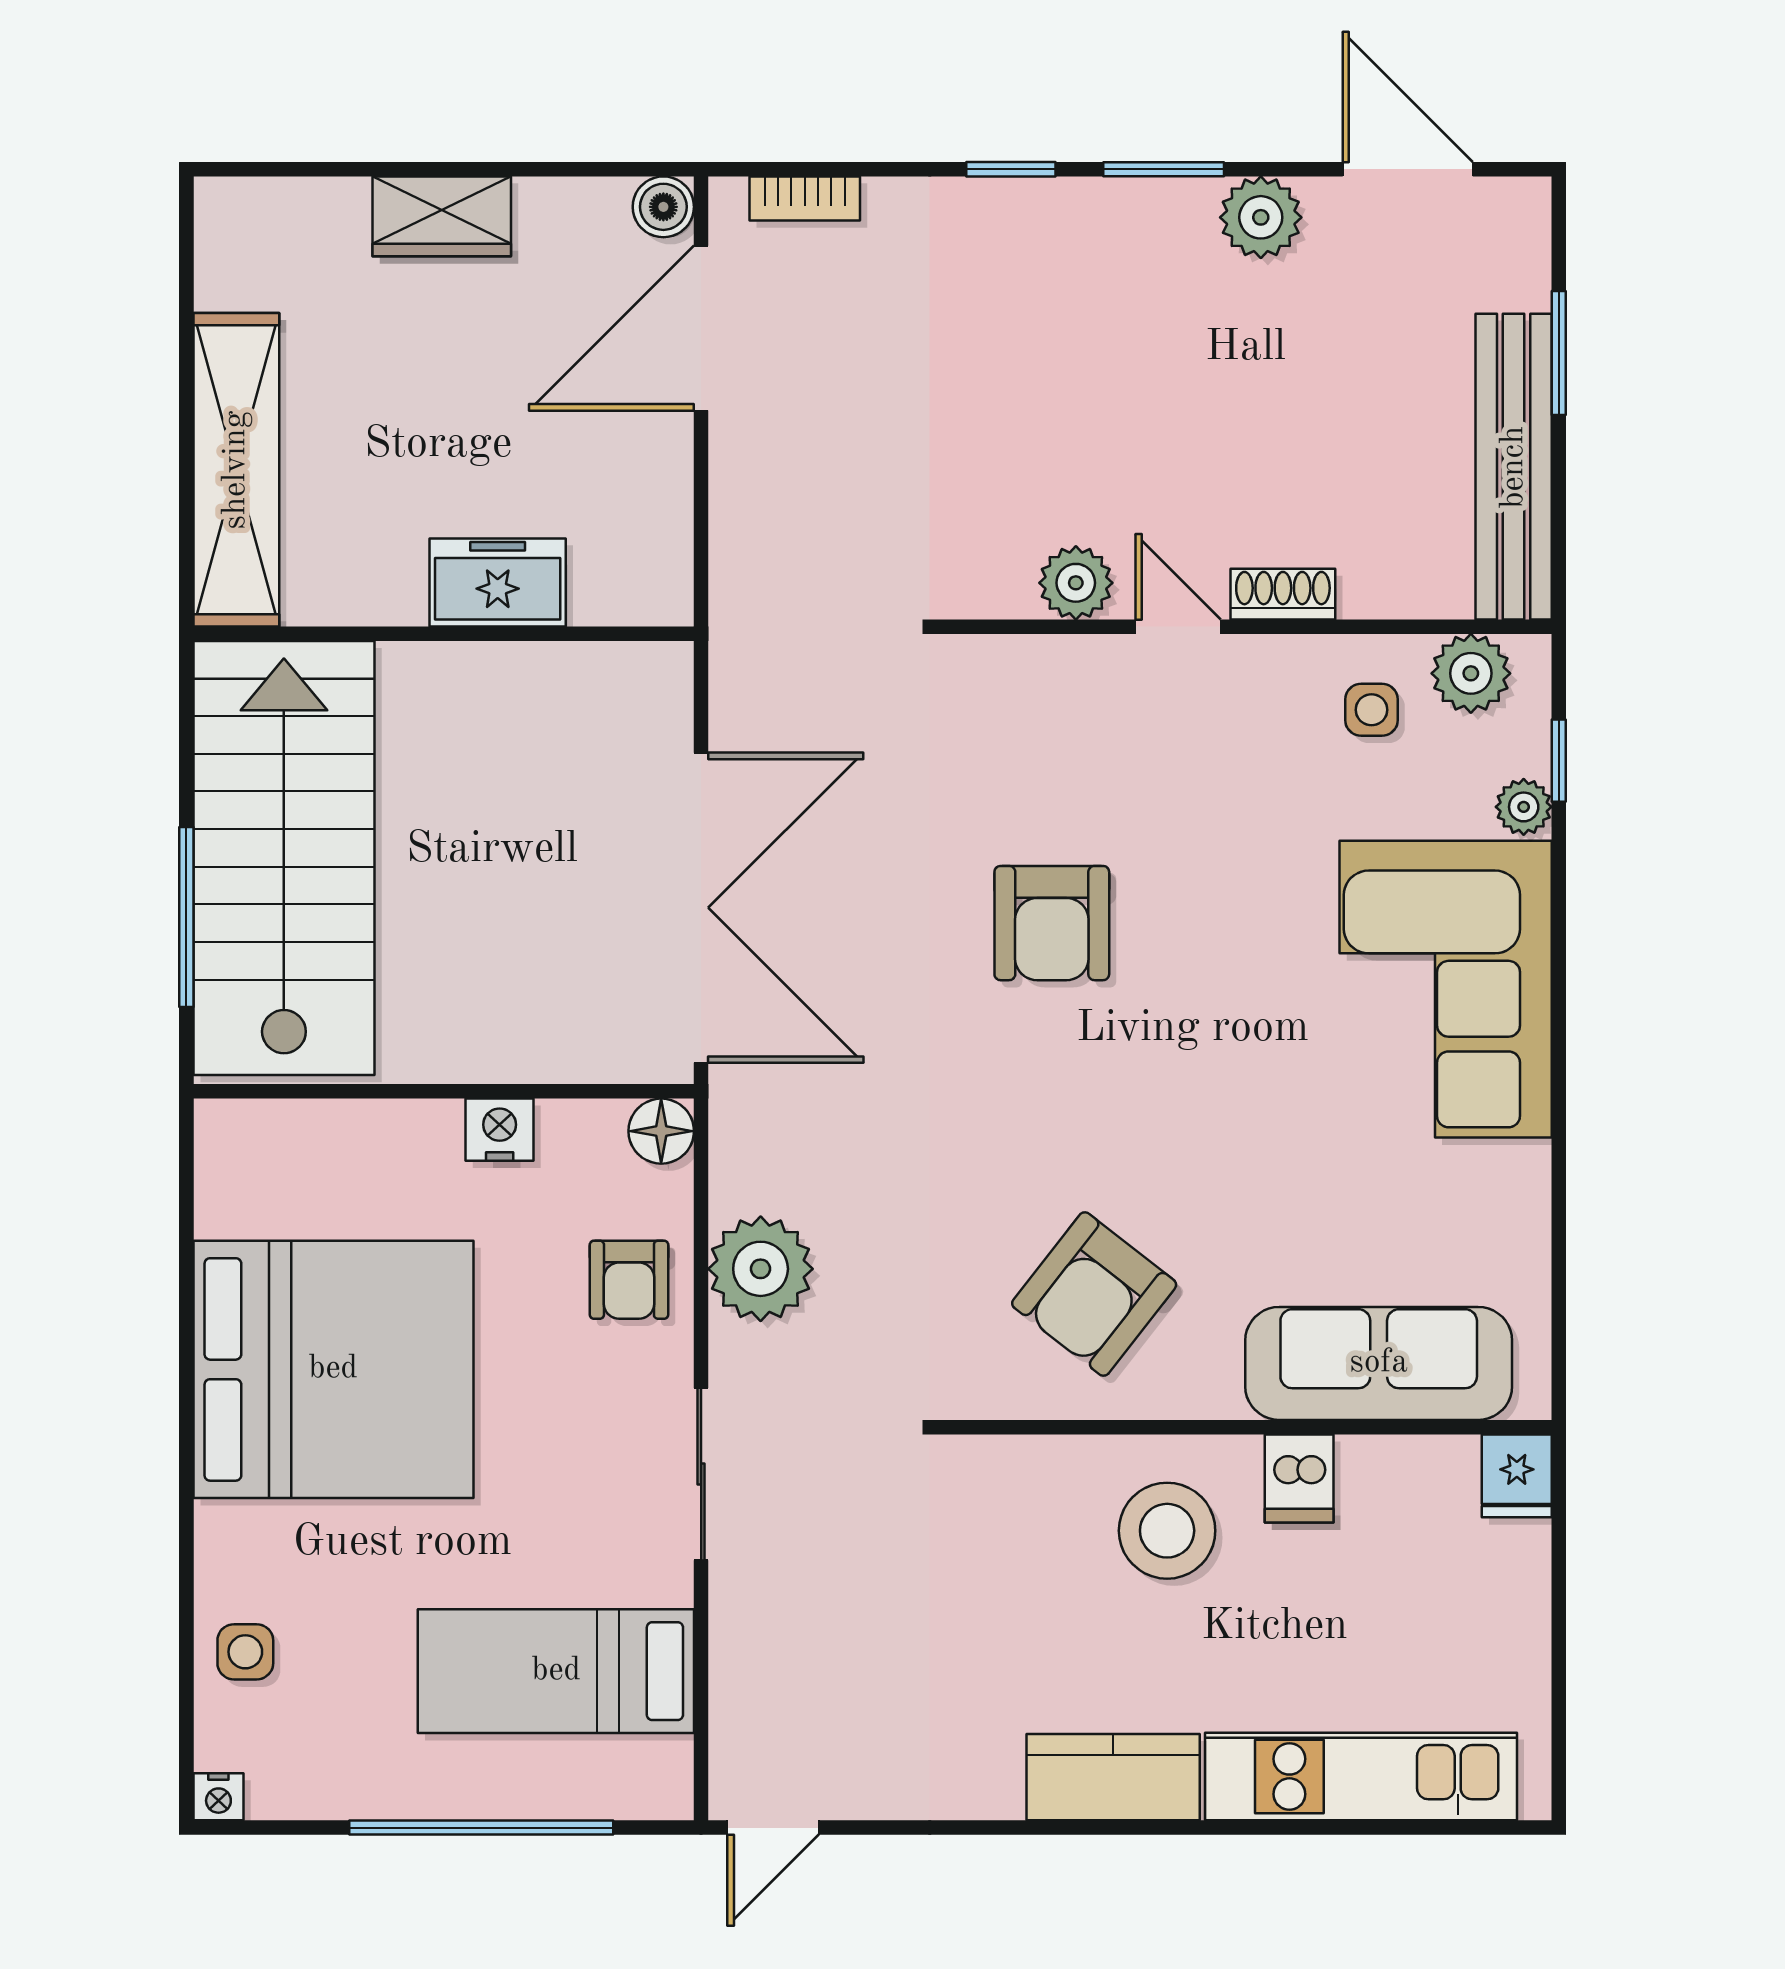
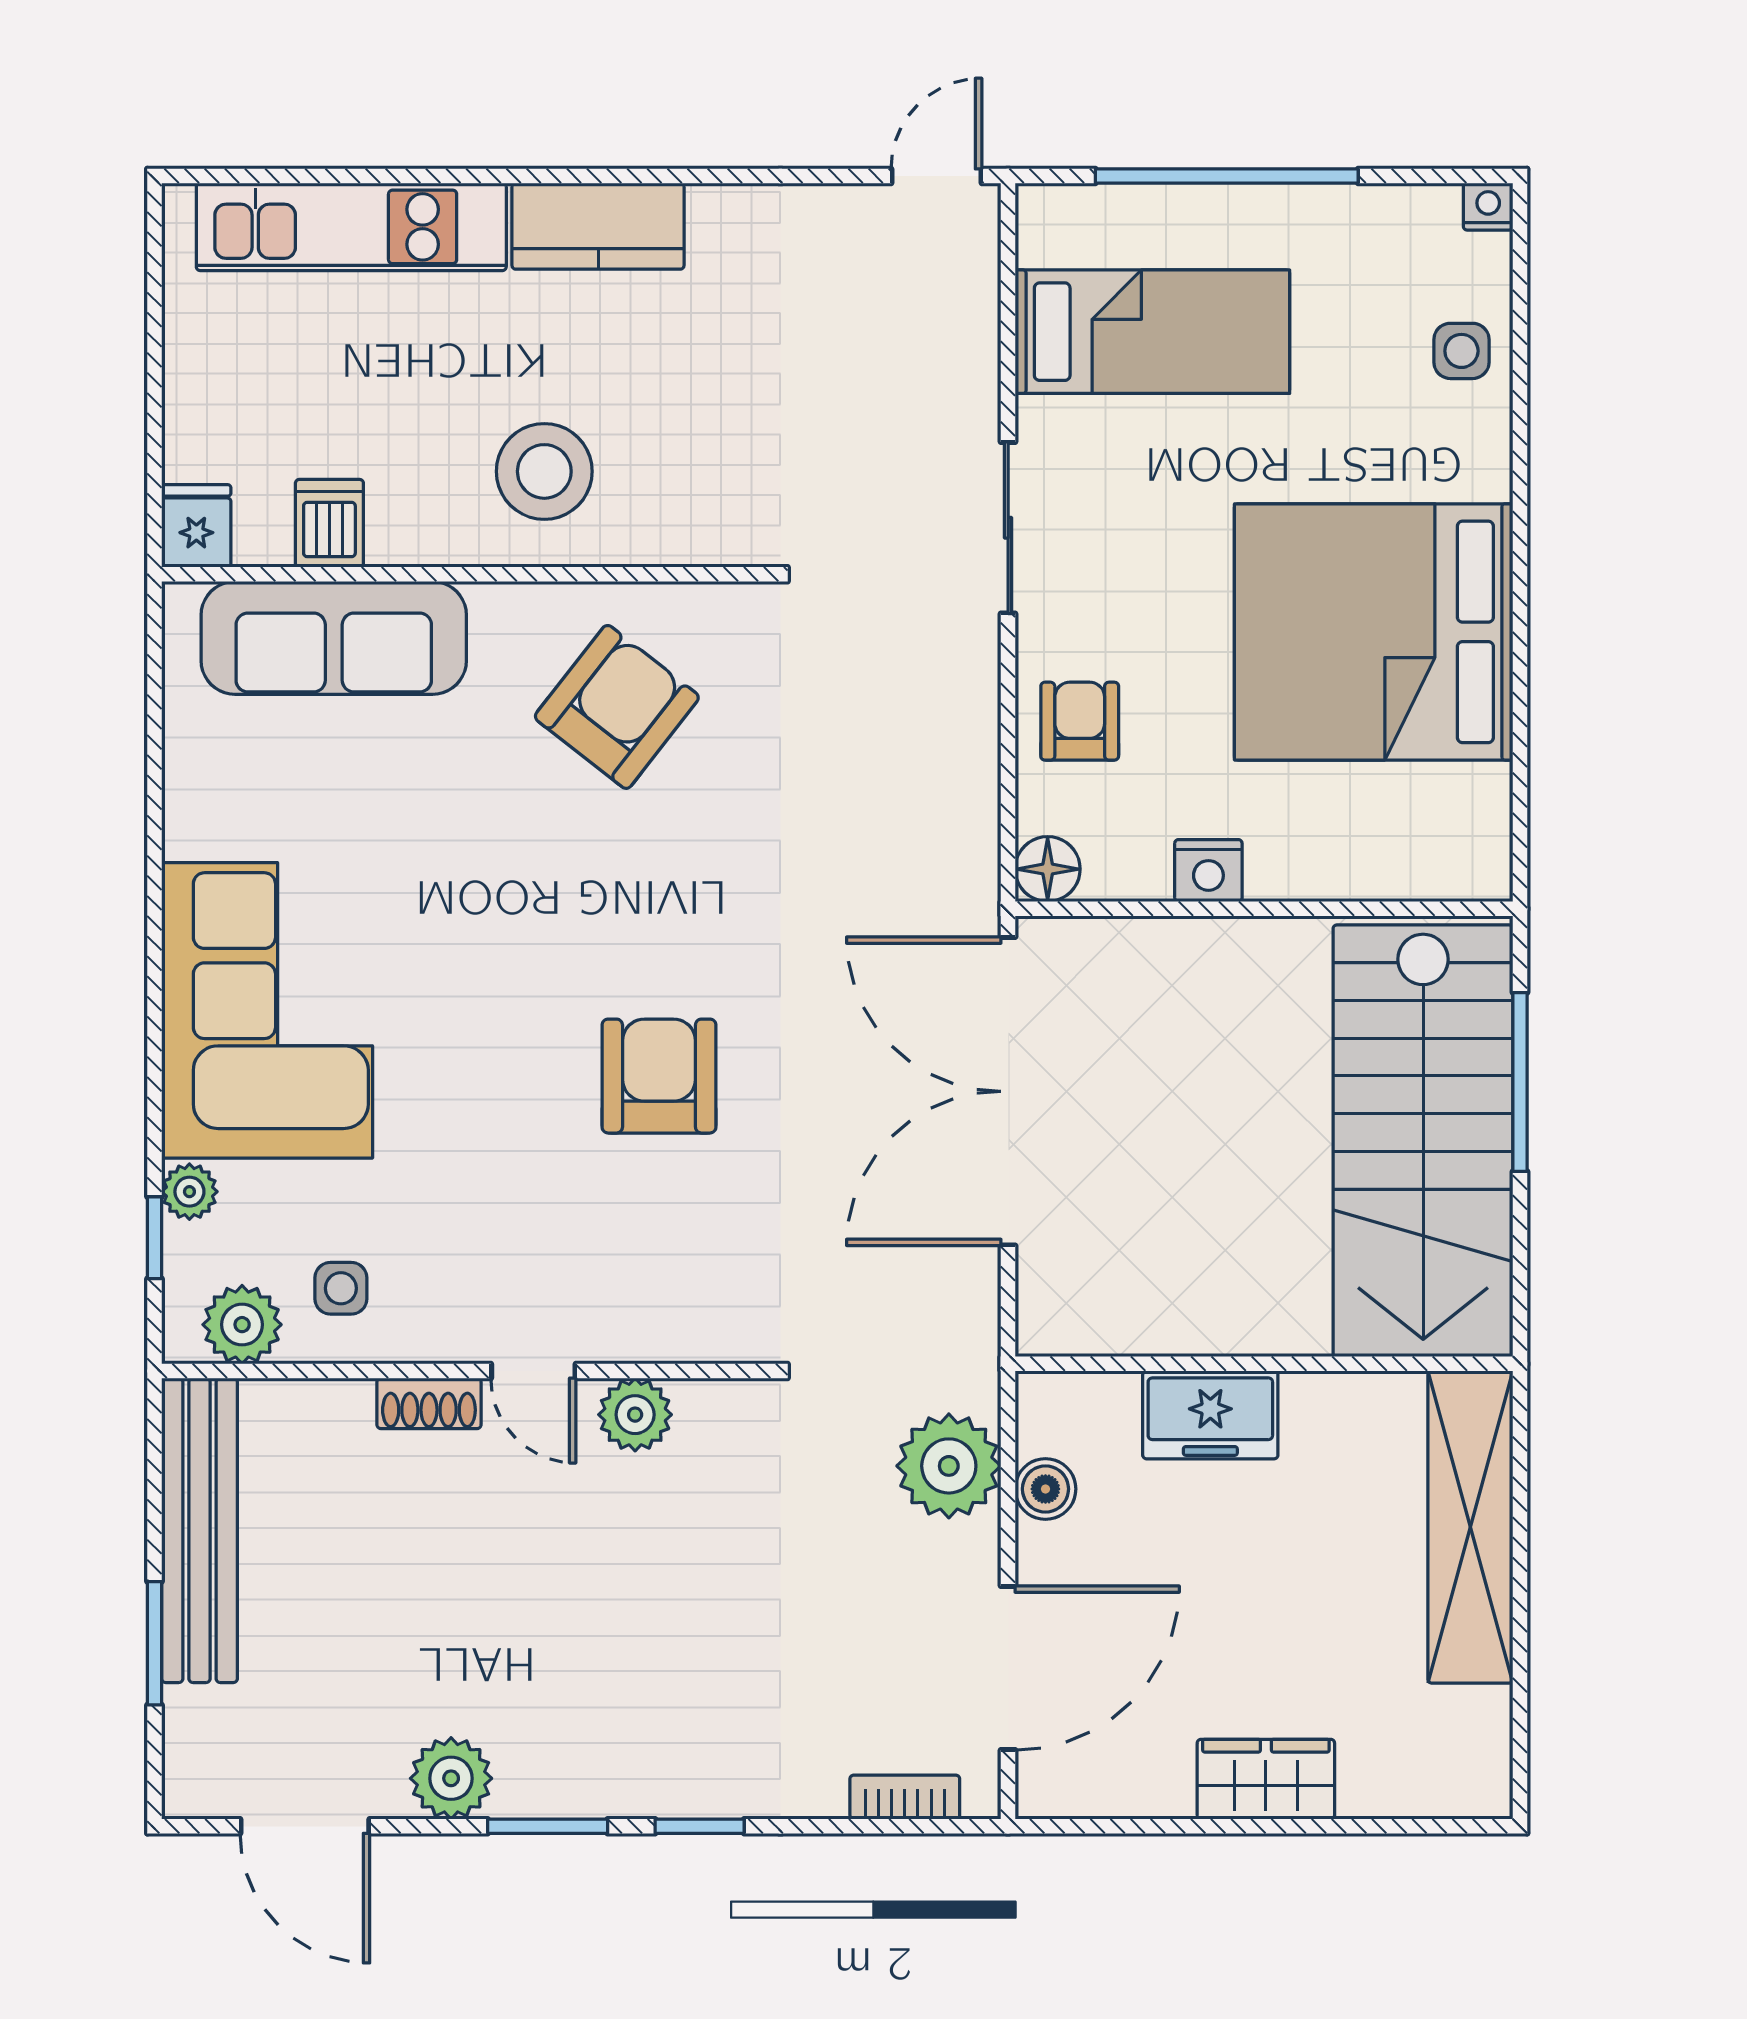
boiler: (663, 207) -> (1045, 1489), moved
plant: (761, 1269) -> (949, 1466), moved
dishwasher: (1299, 1479) -> (329, 523), moved

